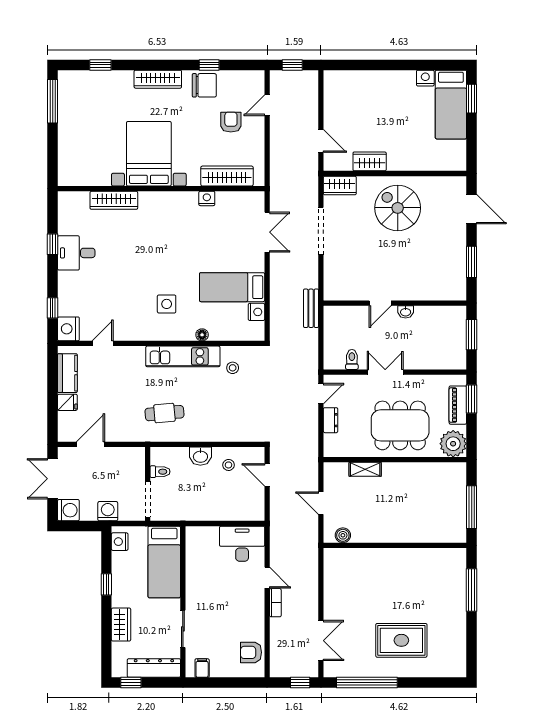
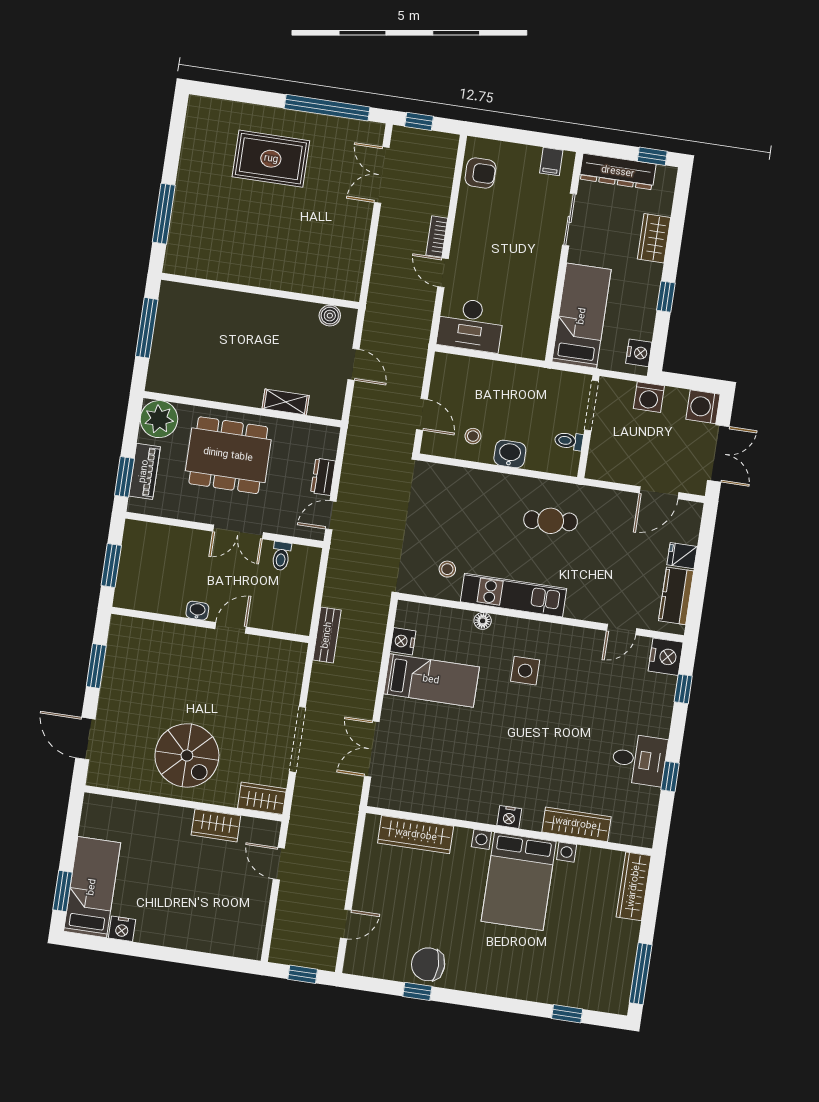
wardrobe: (158, 79) -> (634, 886), moved, turned -90
armchair: (231, 122) -> (399, 908), removed
nightstand: (207, 198) -> (509, 817), moved

